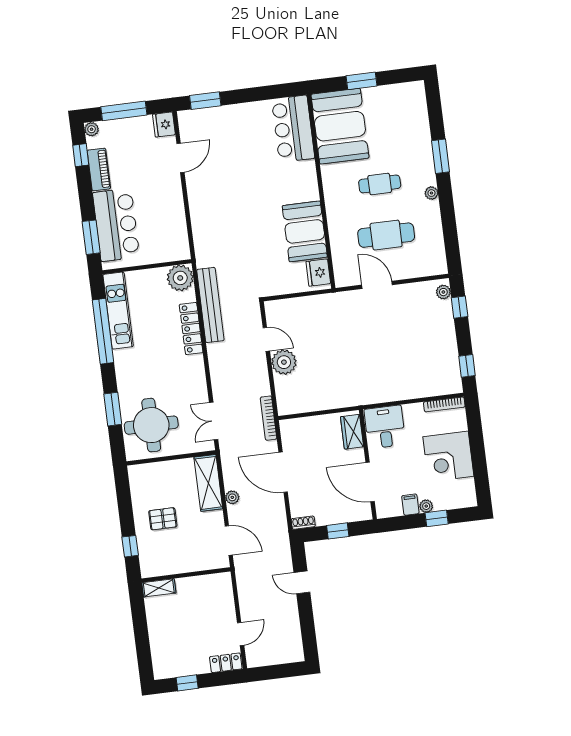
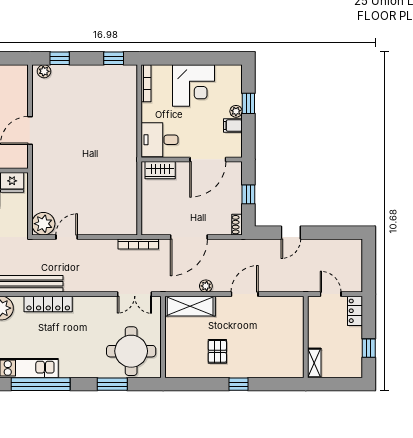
plant: (284, 362) -> (43, 224), moved
wall: (186, 575) -> (306, 337), moved
shelving: (159, 588) -> (314, 363), moved

